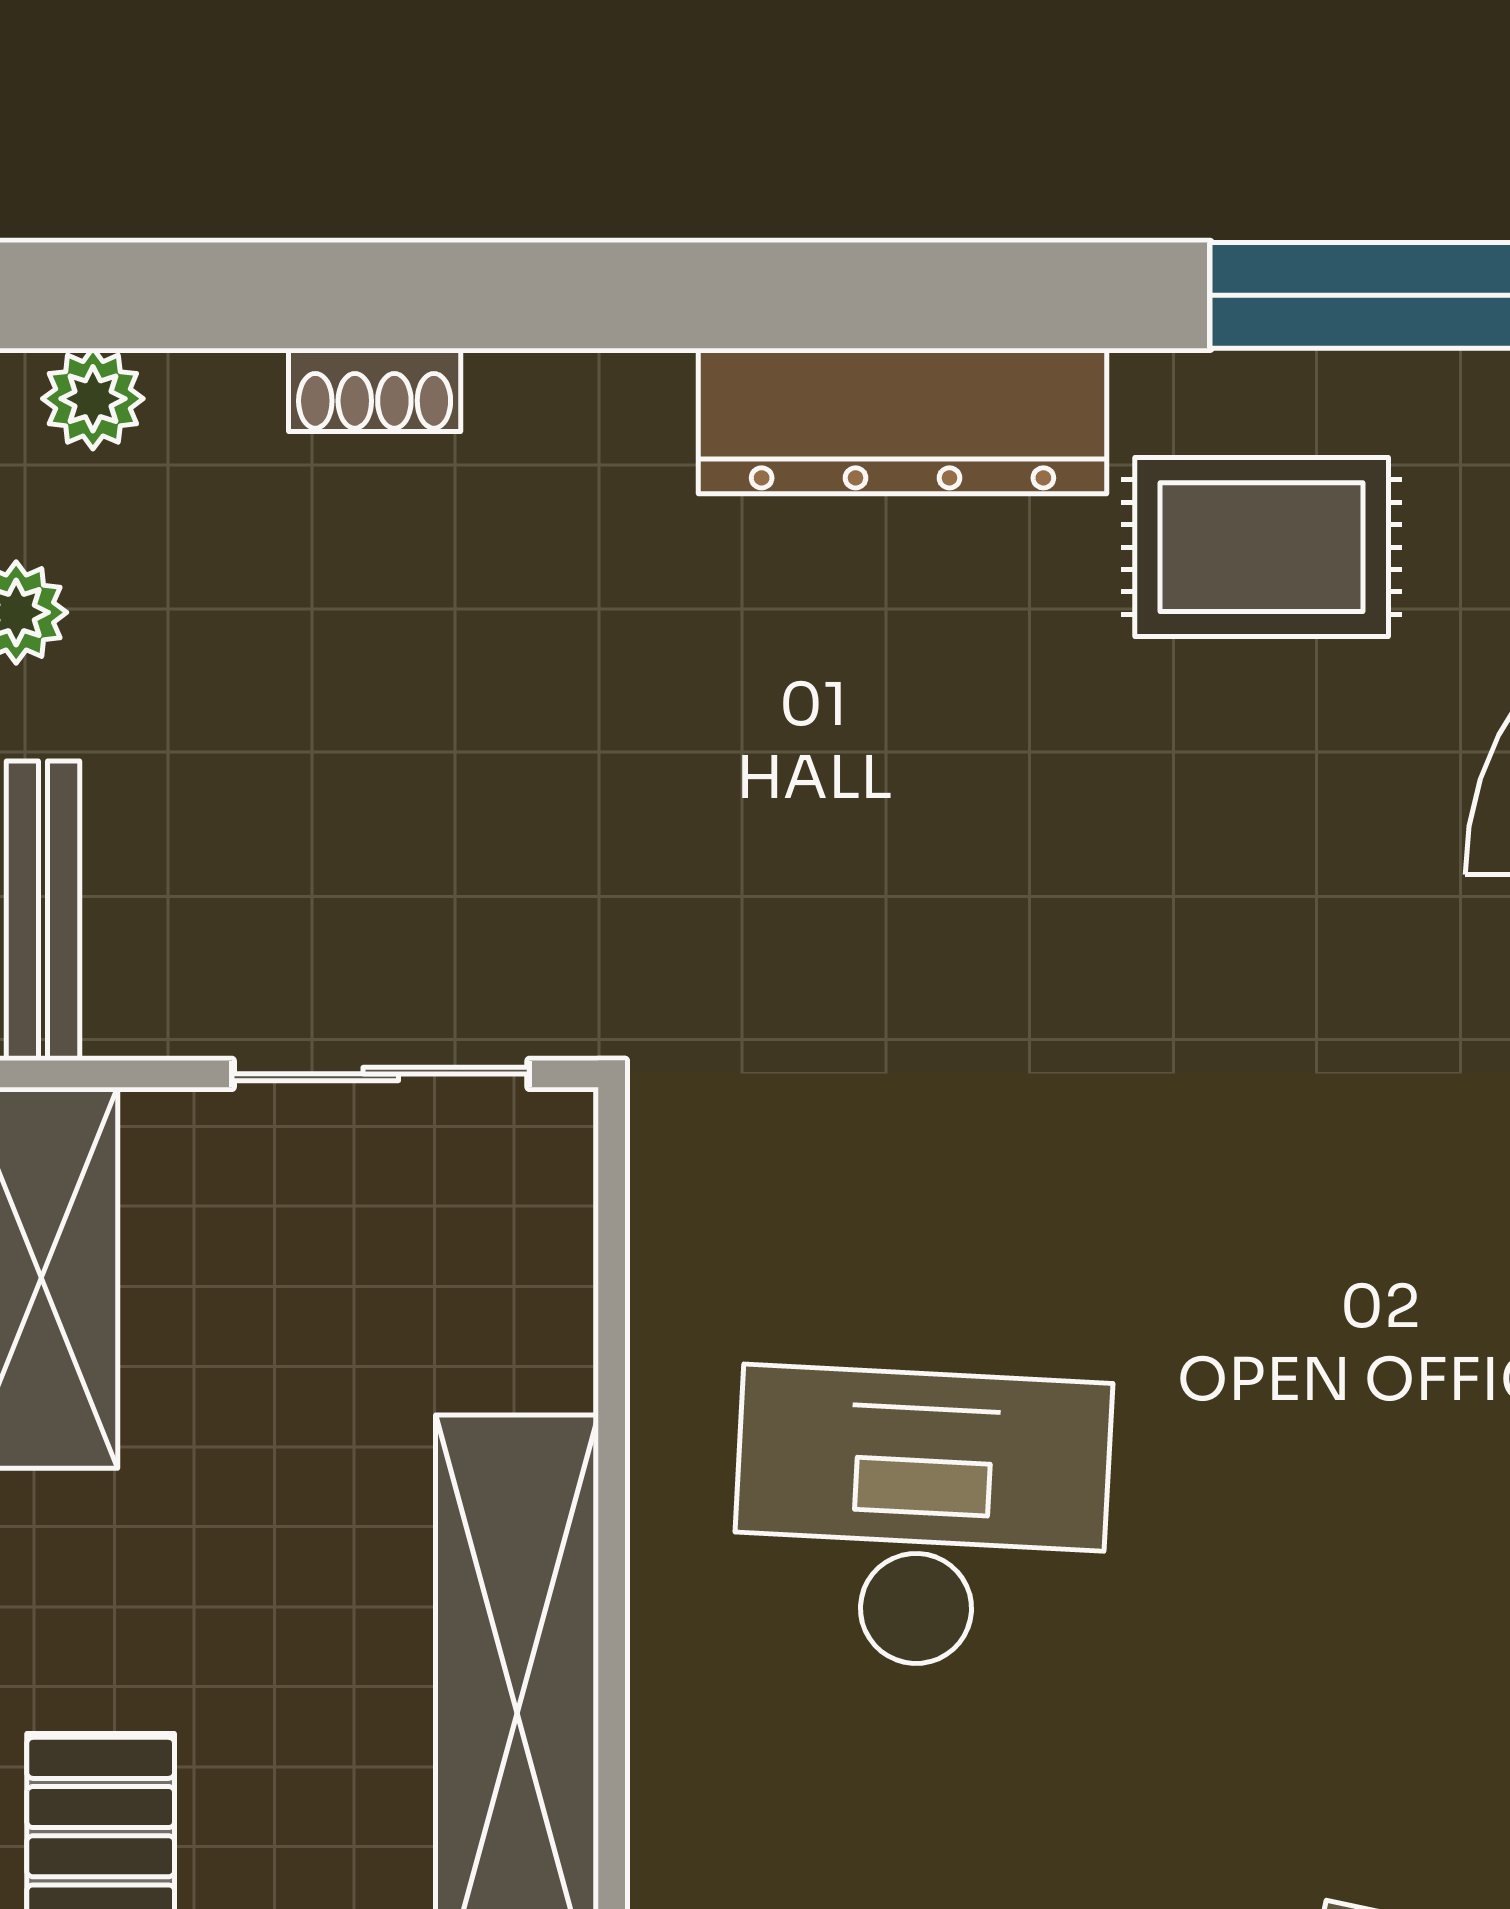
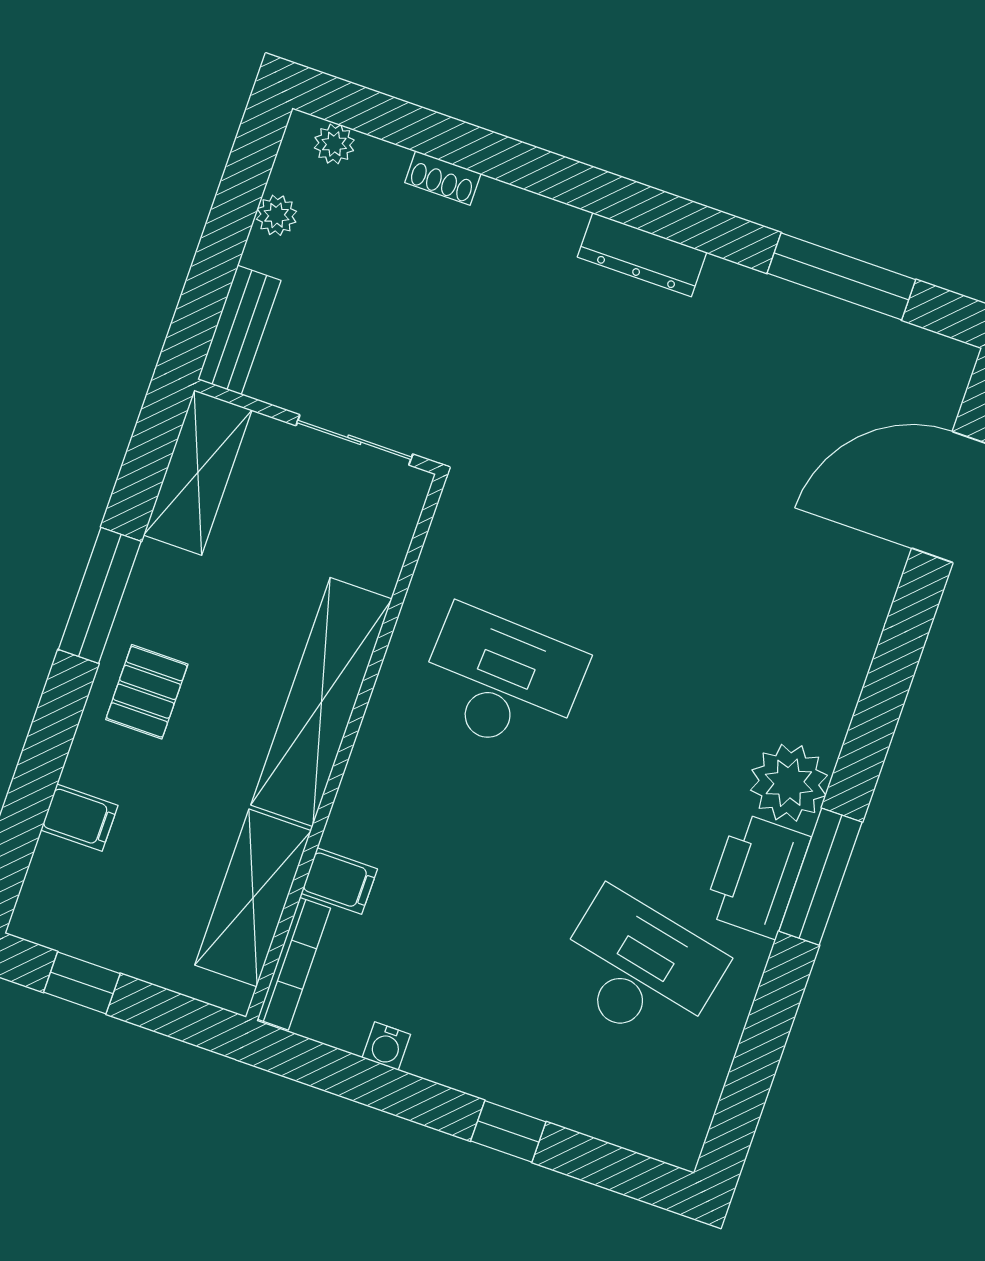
dresser: (902, 421) -> (642, 255), width x0.73, depth x0.80
rug: (1262, 547) -> (760, 356), removed

